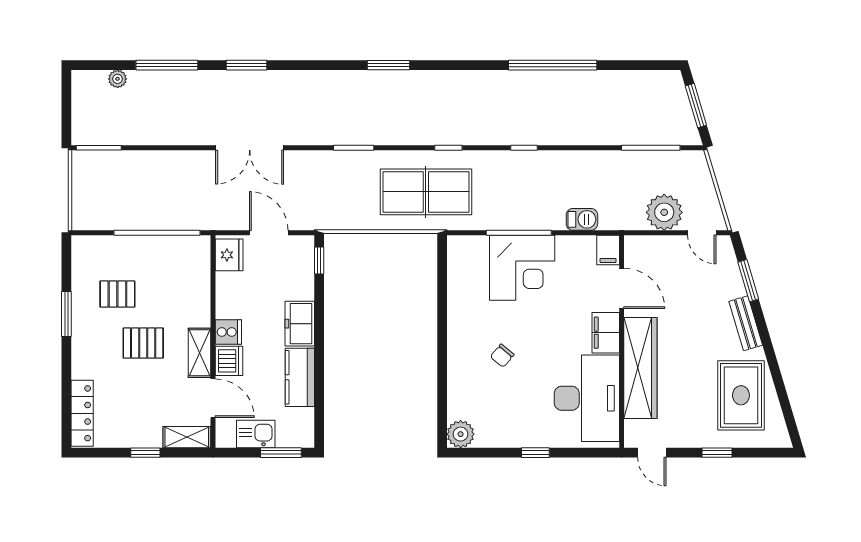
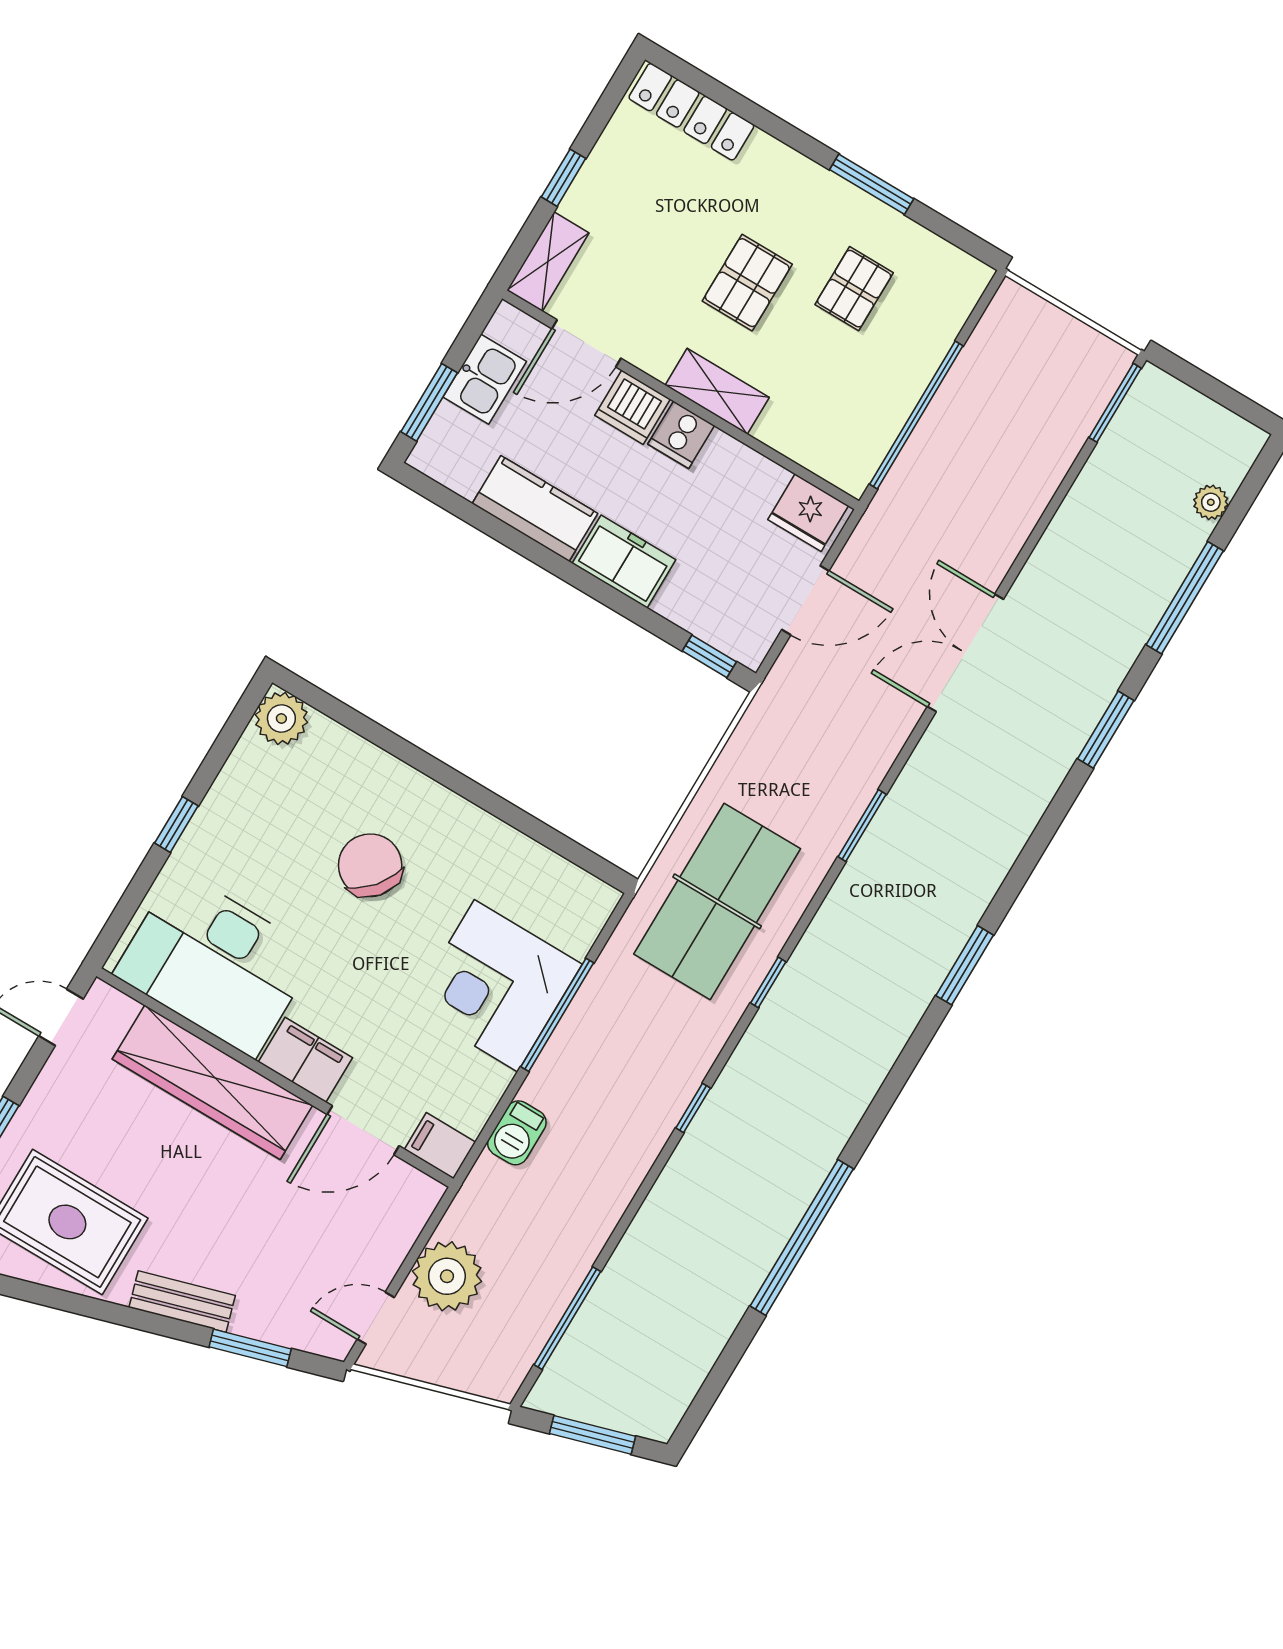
shelving: (199, 353) -> (717, 391), moved
chair: (502, 356) -> (370, 865), width x1.87, depth x1.87

